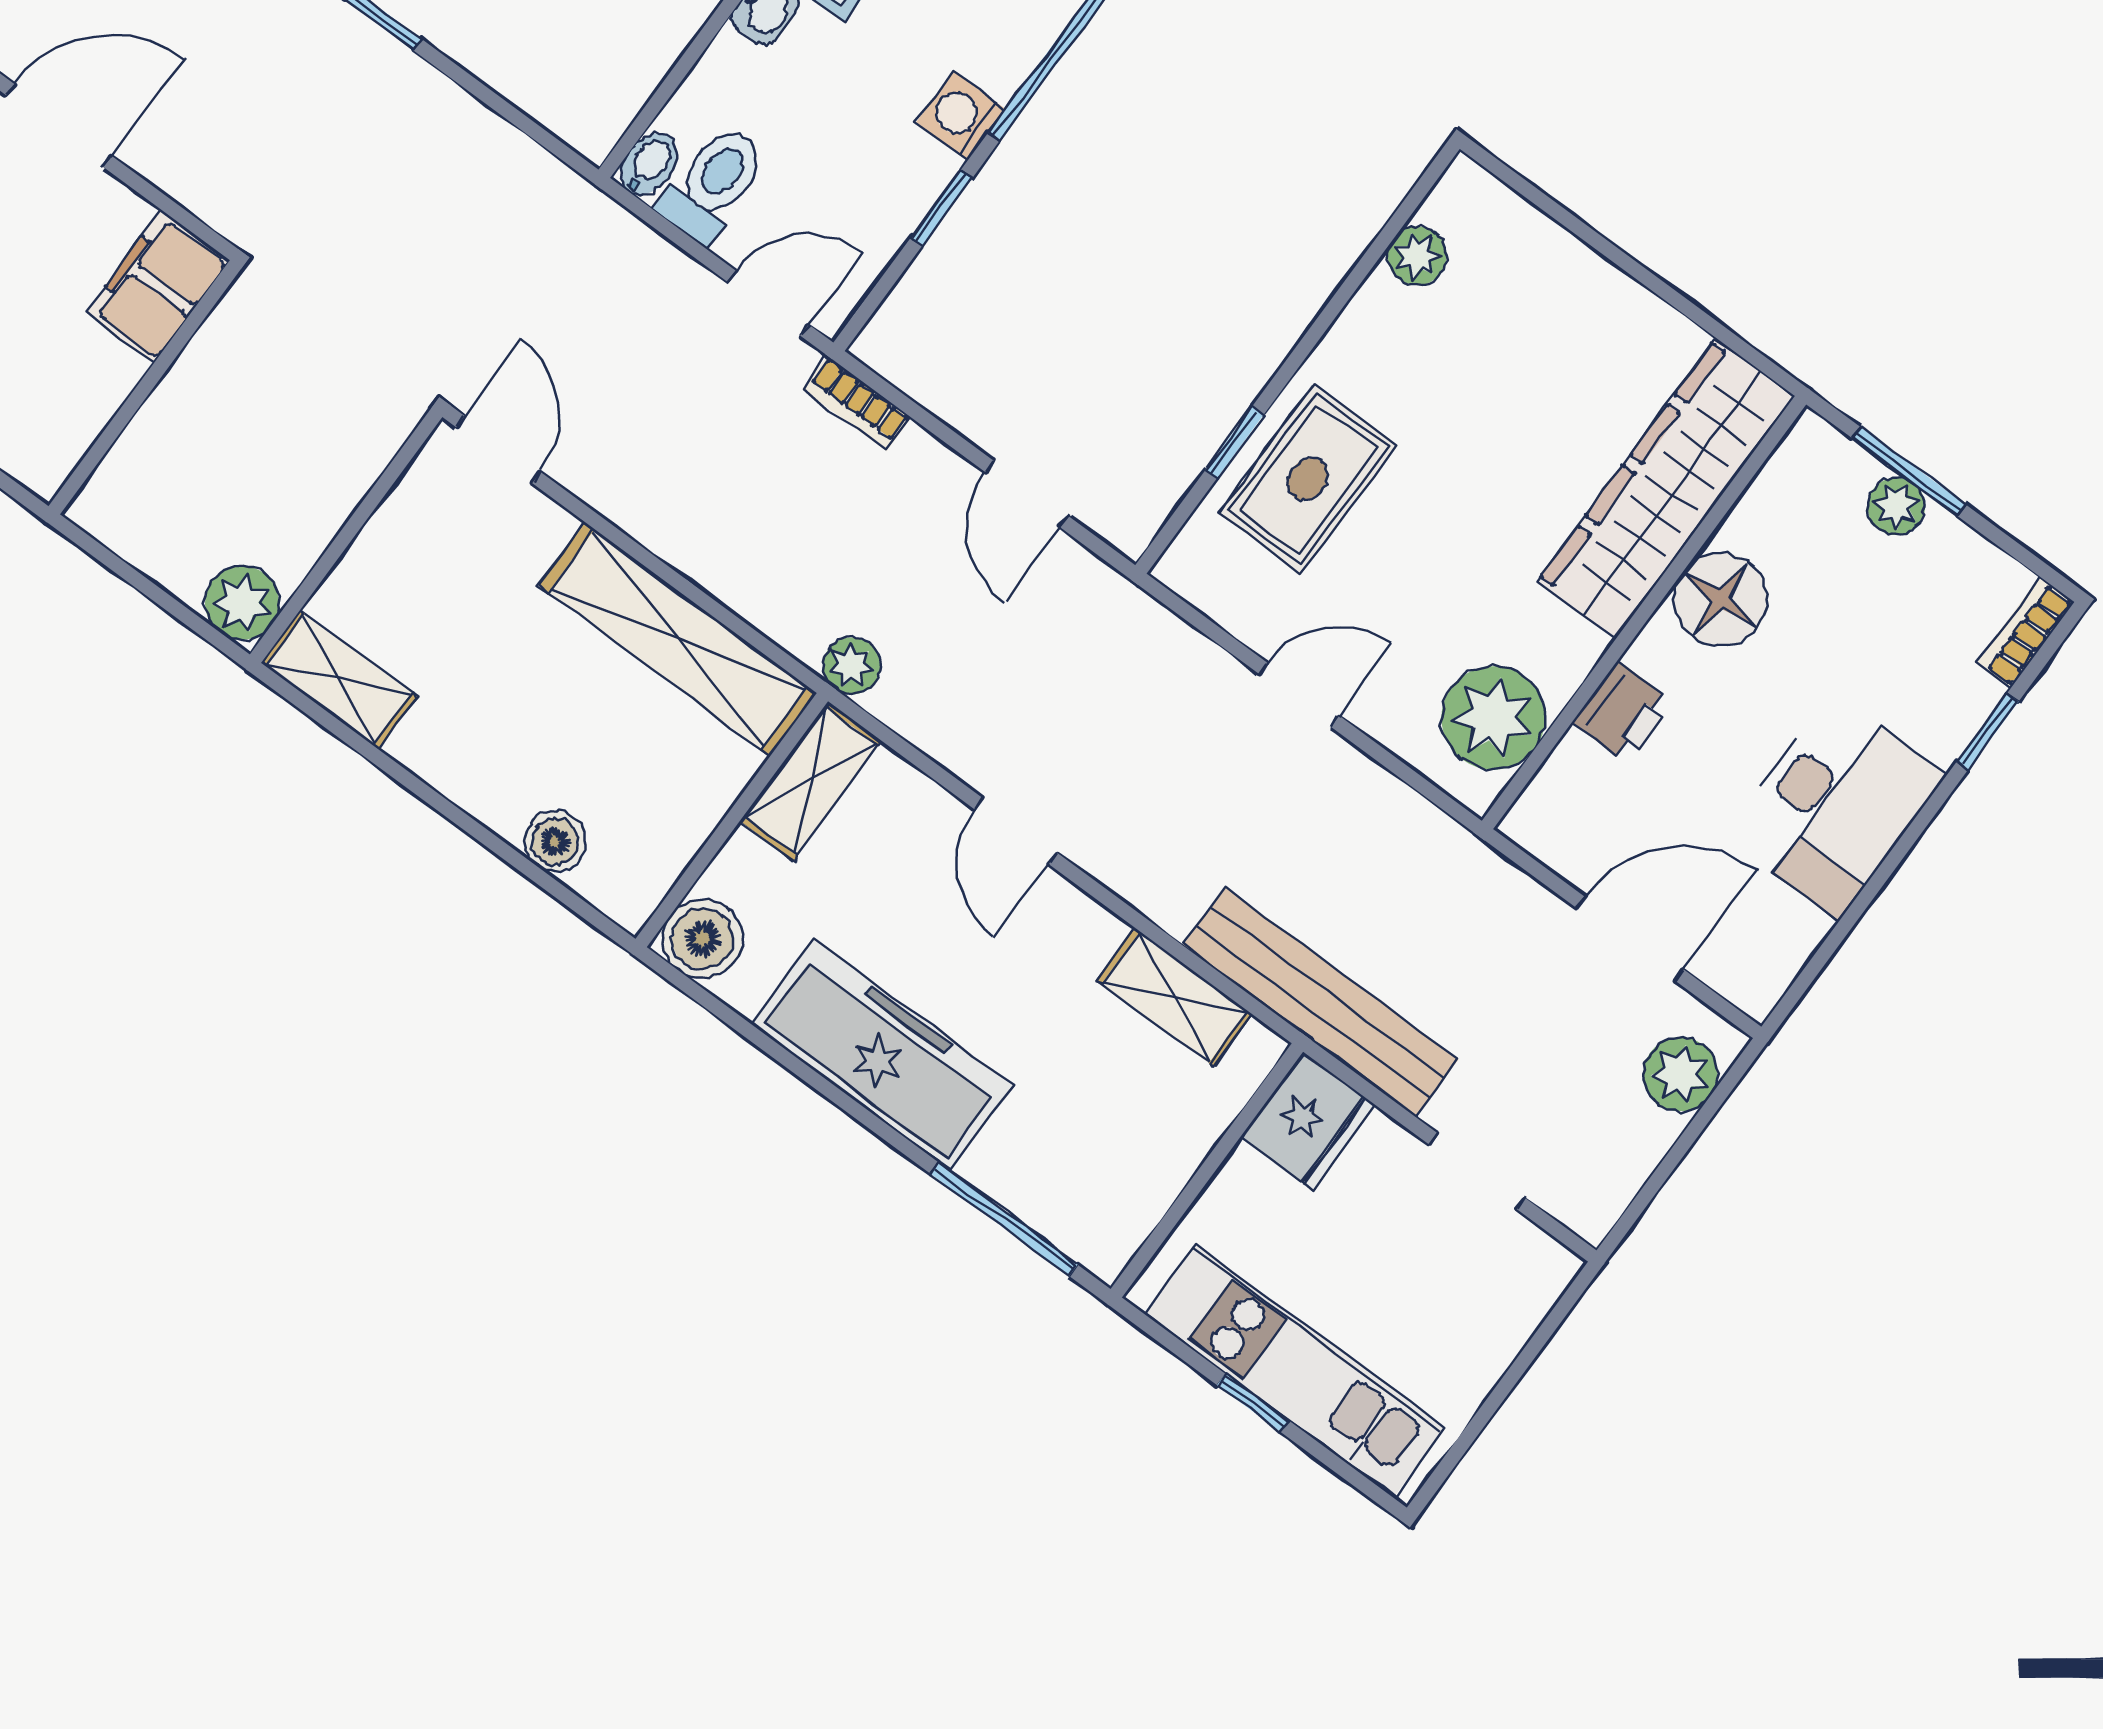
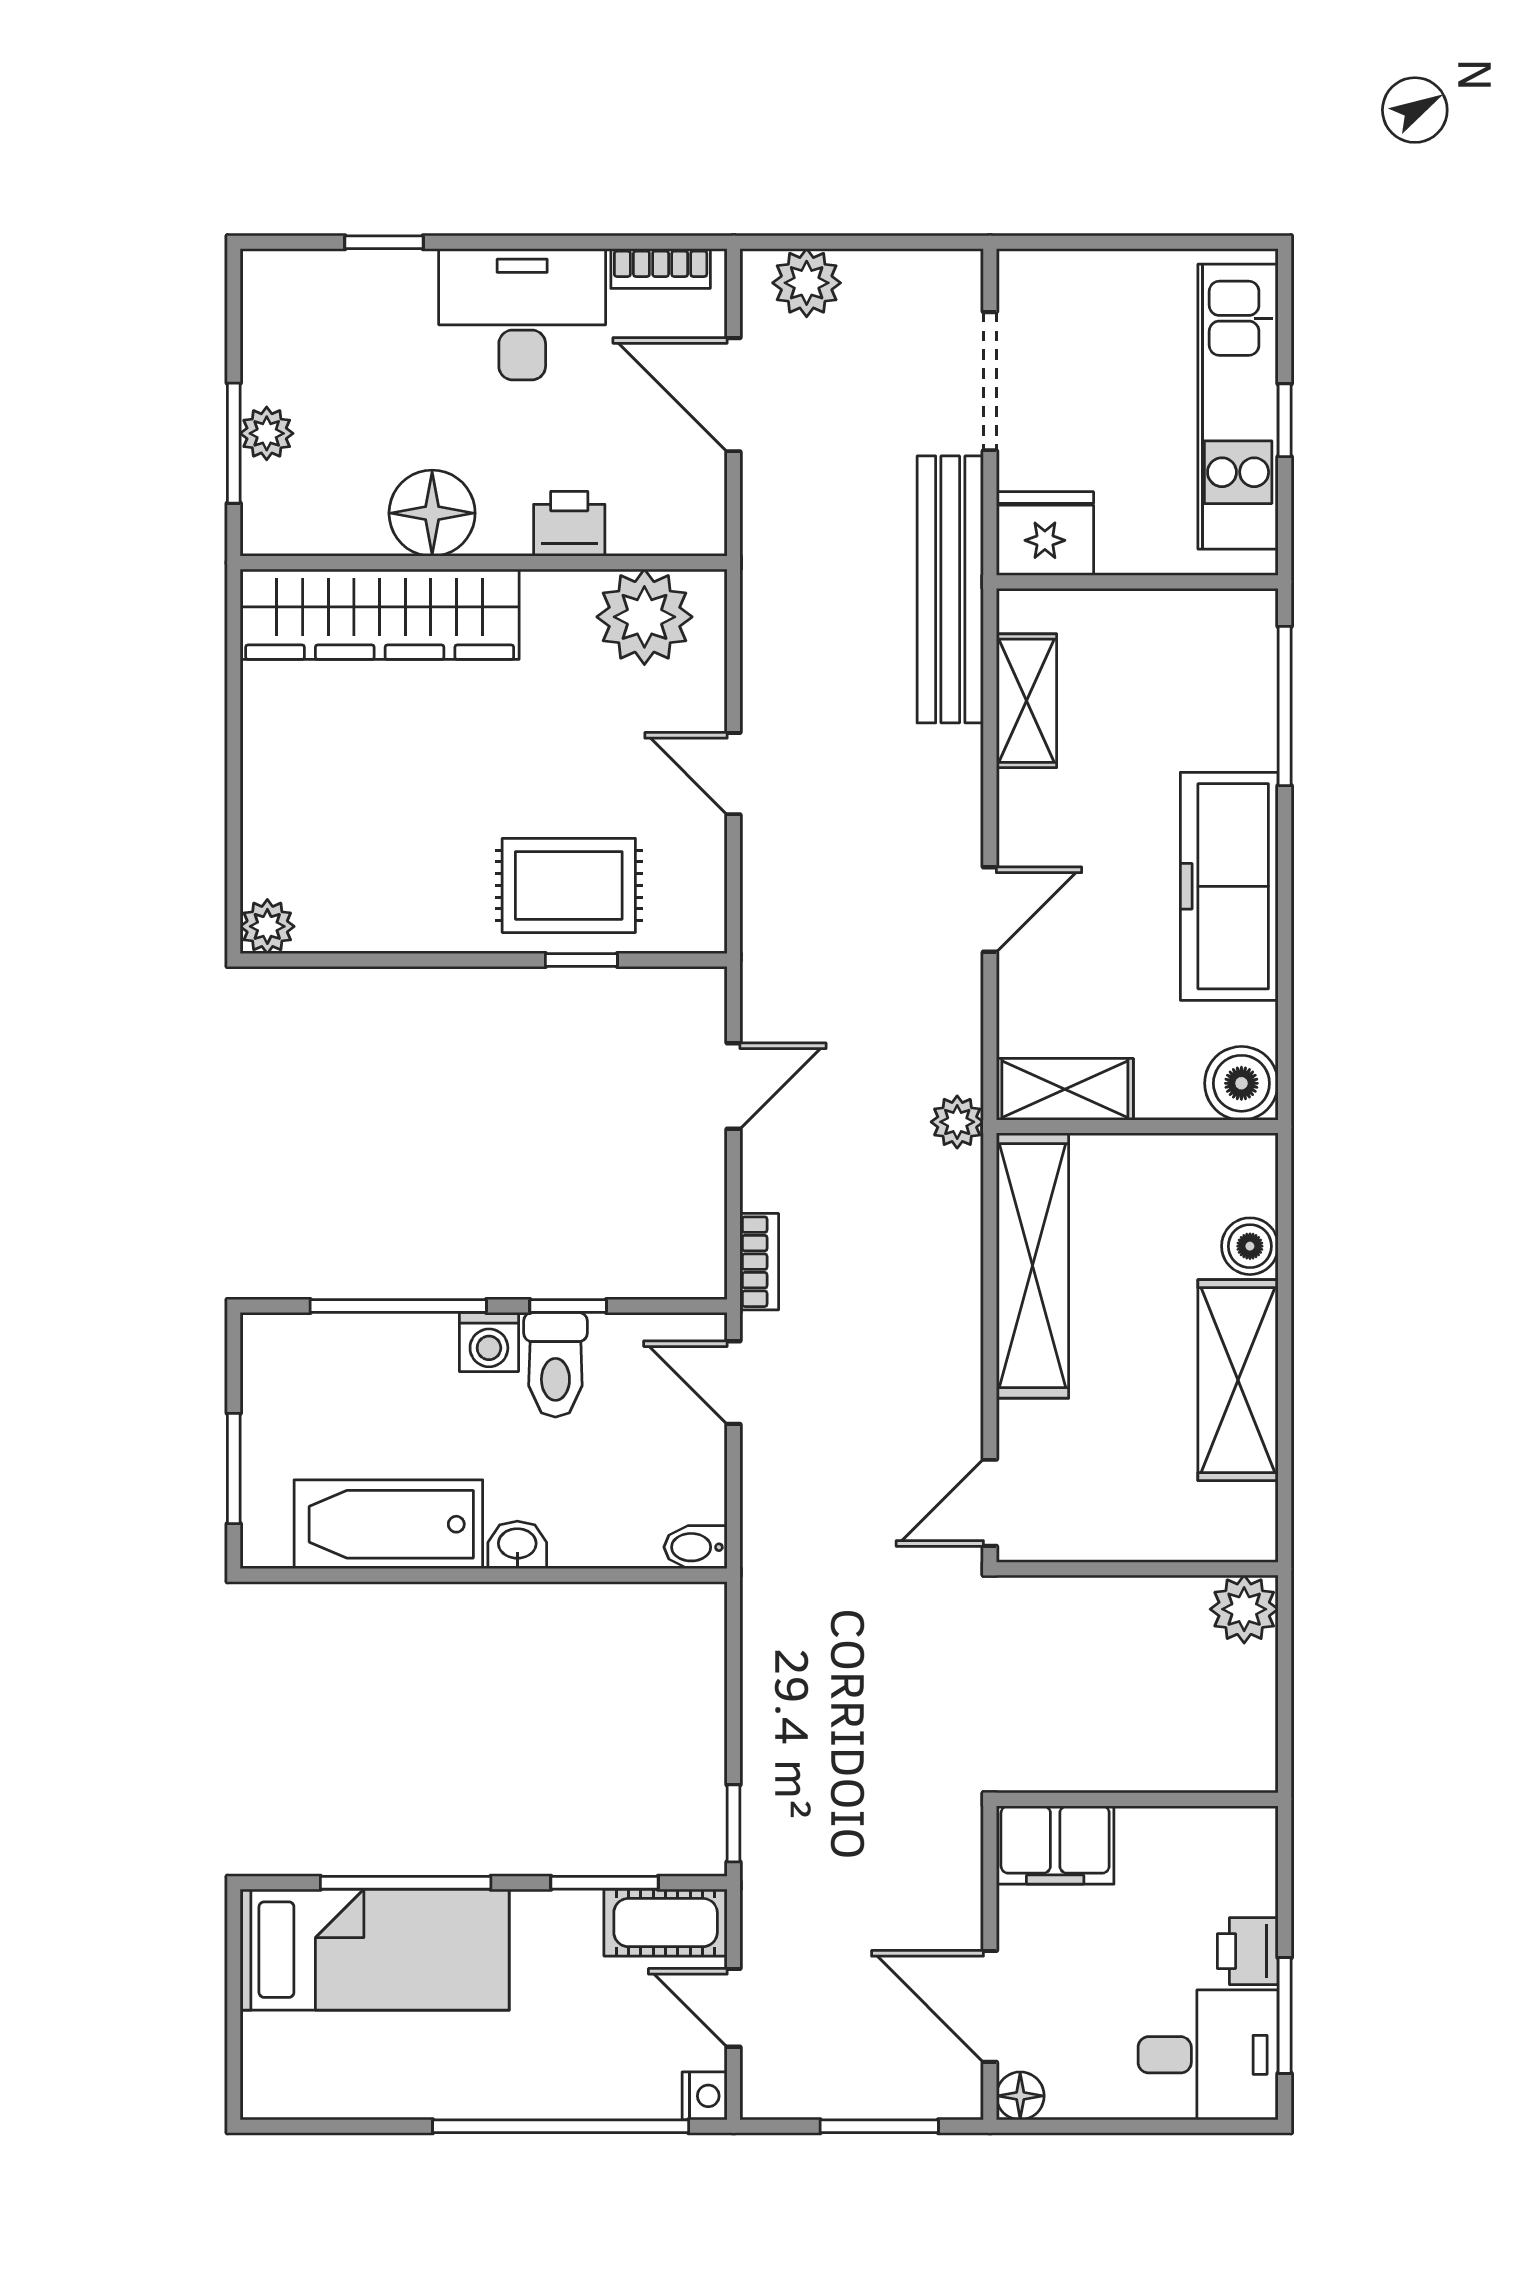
toilet: (713, 184) -> (555, 1365), moved, turned -90
plant: (1417, 256) -> (267, 926), moved
bookcase: (2025, 633) -> (661, 269), moved
shelving: (339, 680) -> (1238, 1380), moved, width x1.50, depth x1.33
doorway: (1477, 1171) -> (990, 381), width x1.38

